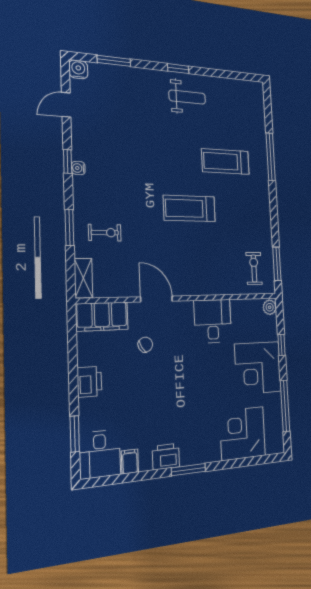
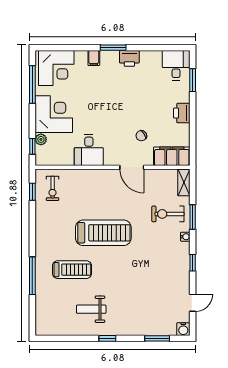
weight bench: (187, 97) -> (91, 309), moved
water cooler: (78, 168) -> (185, 237), moved
treadmill: (189, 208) -> (103, 233), width x1.37, depth x1.38
exercise bike: (105, 233) -> (168, 214), width x1.38, depth x1.39
window: (277, 264) -> (32, 192), width x0.67
plant: (270, 307) -> (41, 139), moved
window: (282, 345) -> (32, 146), moved
corner desk: (243, 433) -> (56, 68), moved
filing cabinet: (130, 462) -> (94, 58), moved

